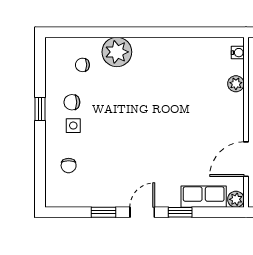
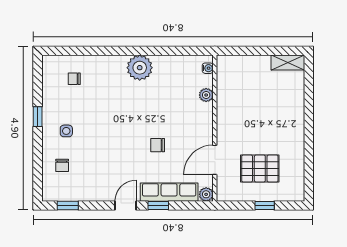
plant: (117, 52) -> (140, 68), moved
chair: (72, 102) -> (158, 145), moved
row of seats: (204, 197) -> (169, 192), width x1.48
window: (103, 212) -> (68, 205), moved

